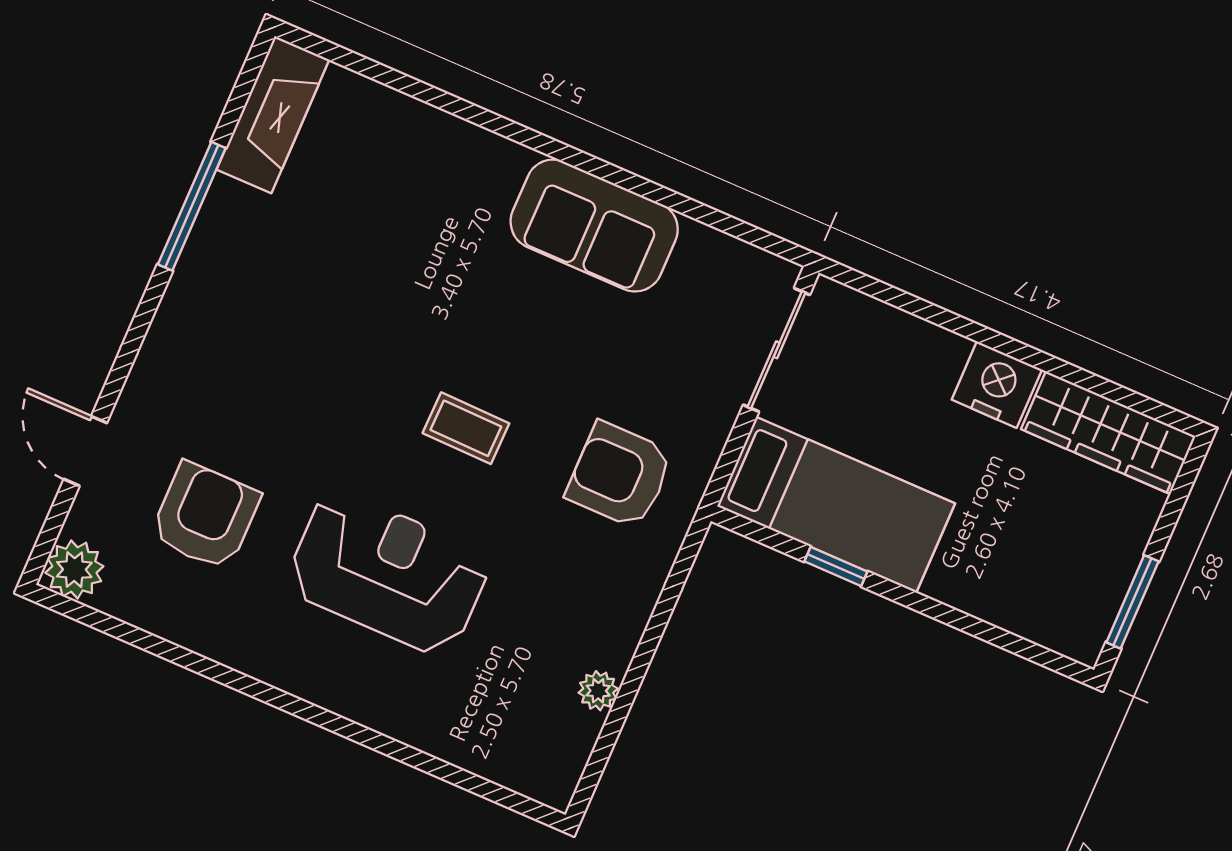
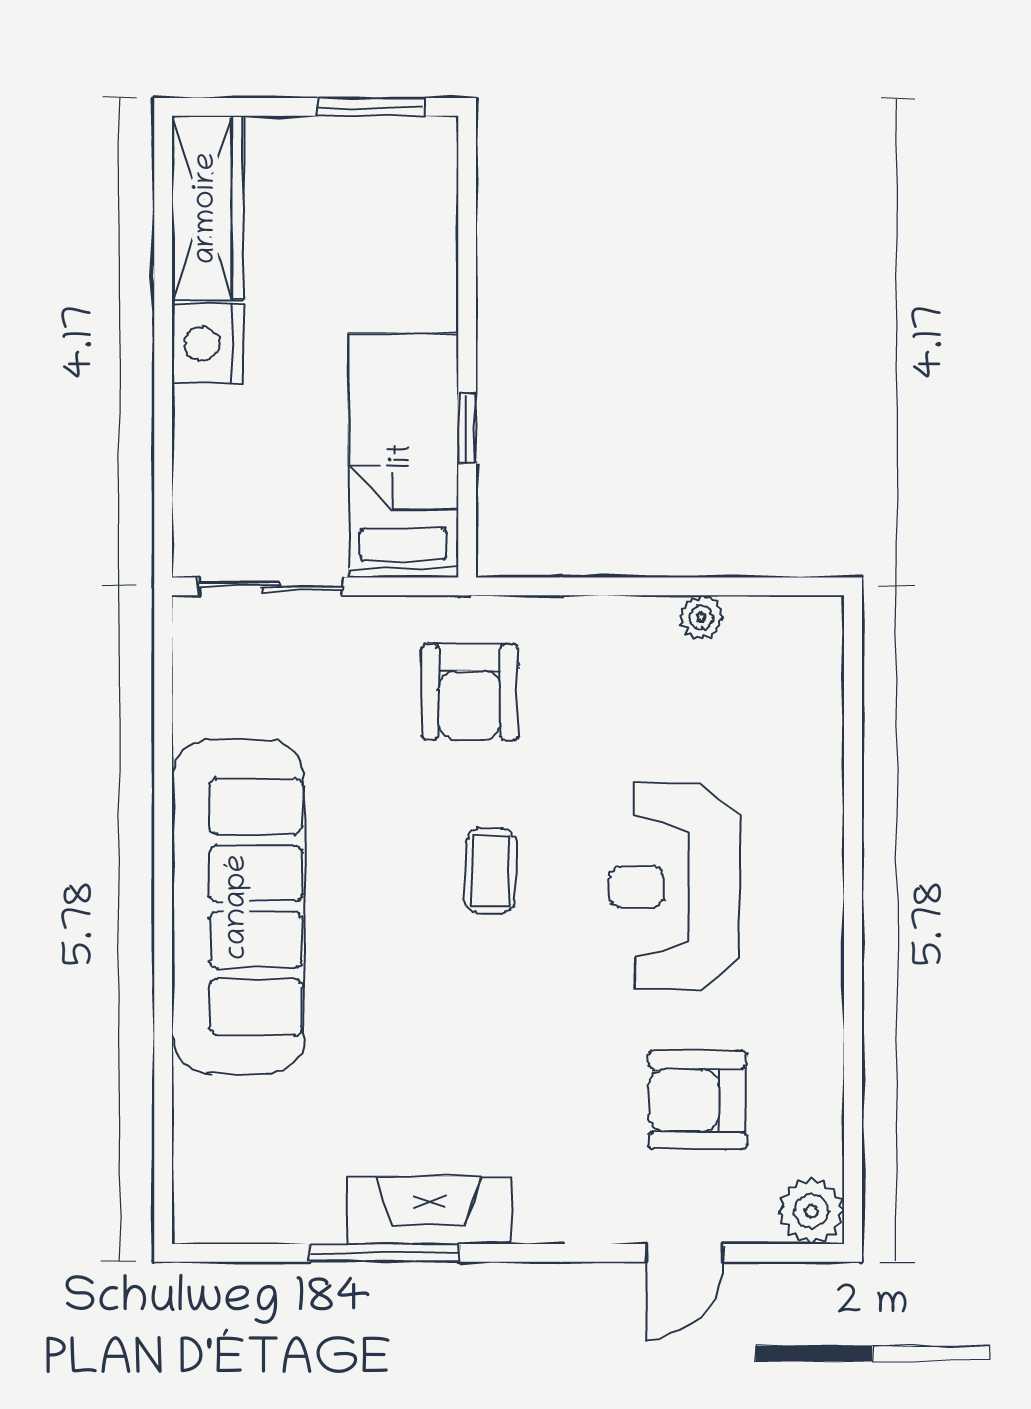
fireplace: (273, 115) -> (429, 1210), moved
sofa: (594, 225) -> (238, 907), width x1.85, depth x1.27

